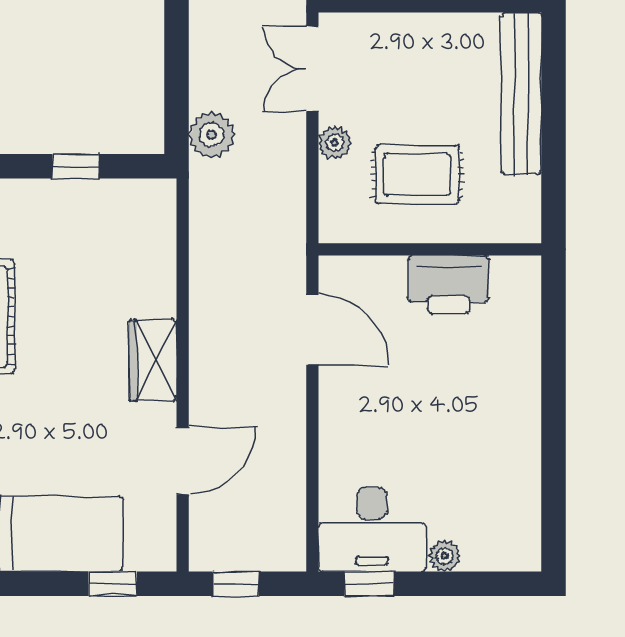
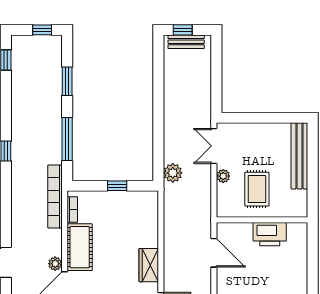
rug: (417, 174) -> (257, 189), turned 90

